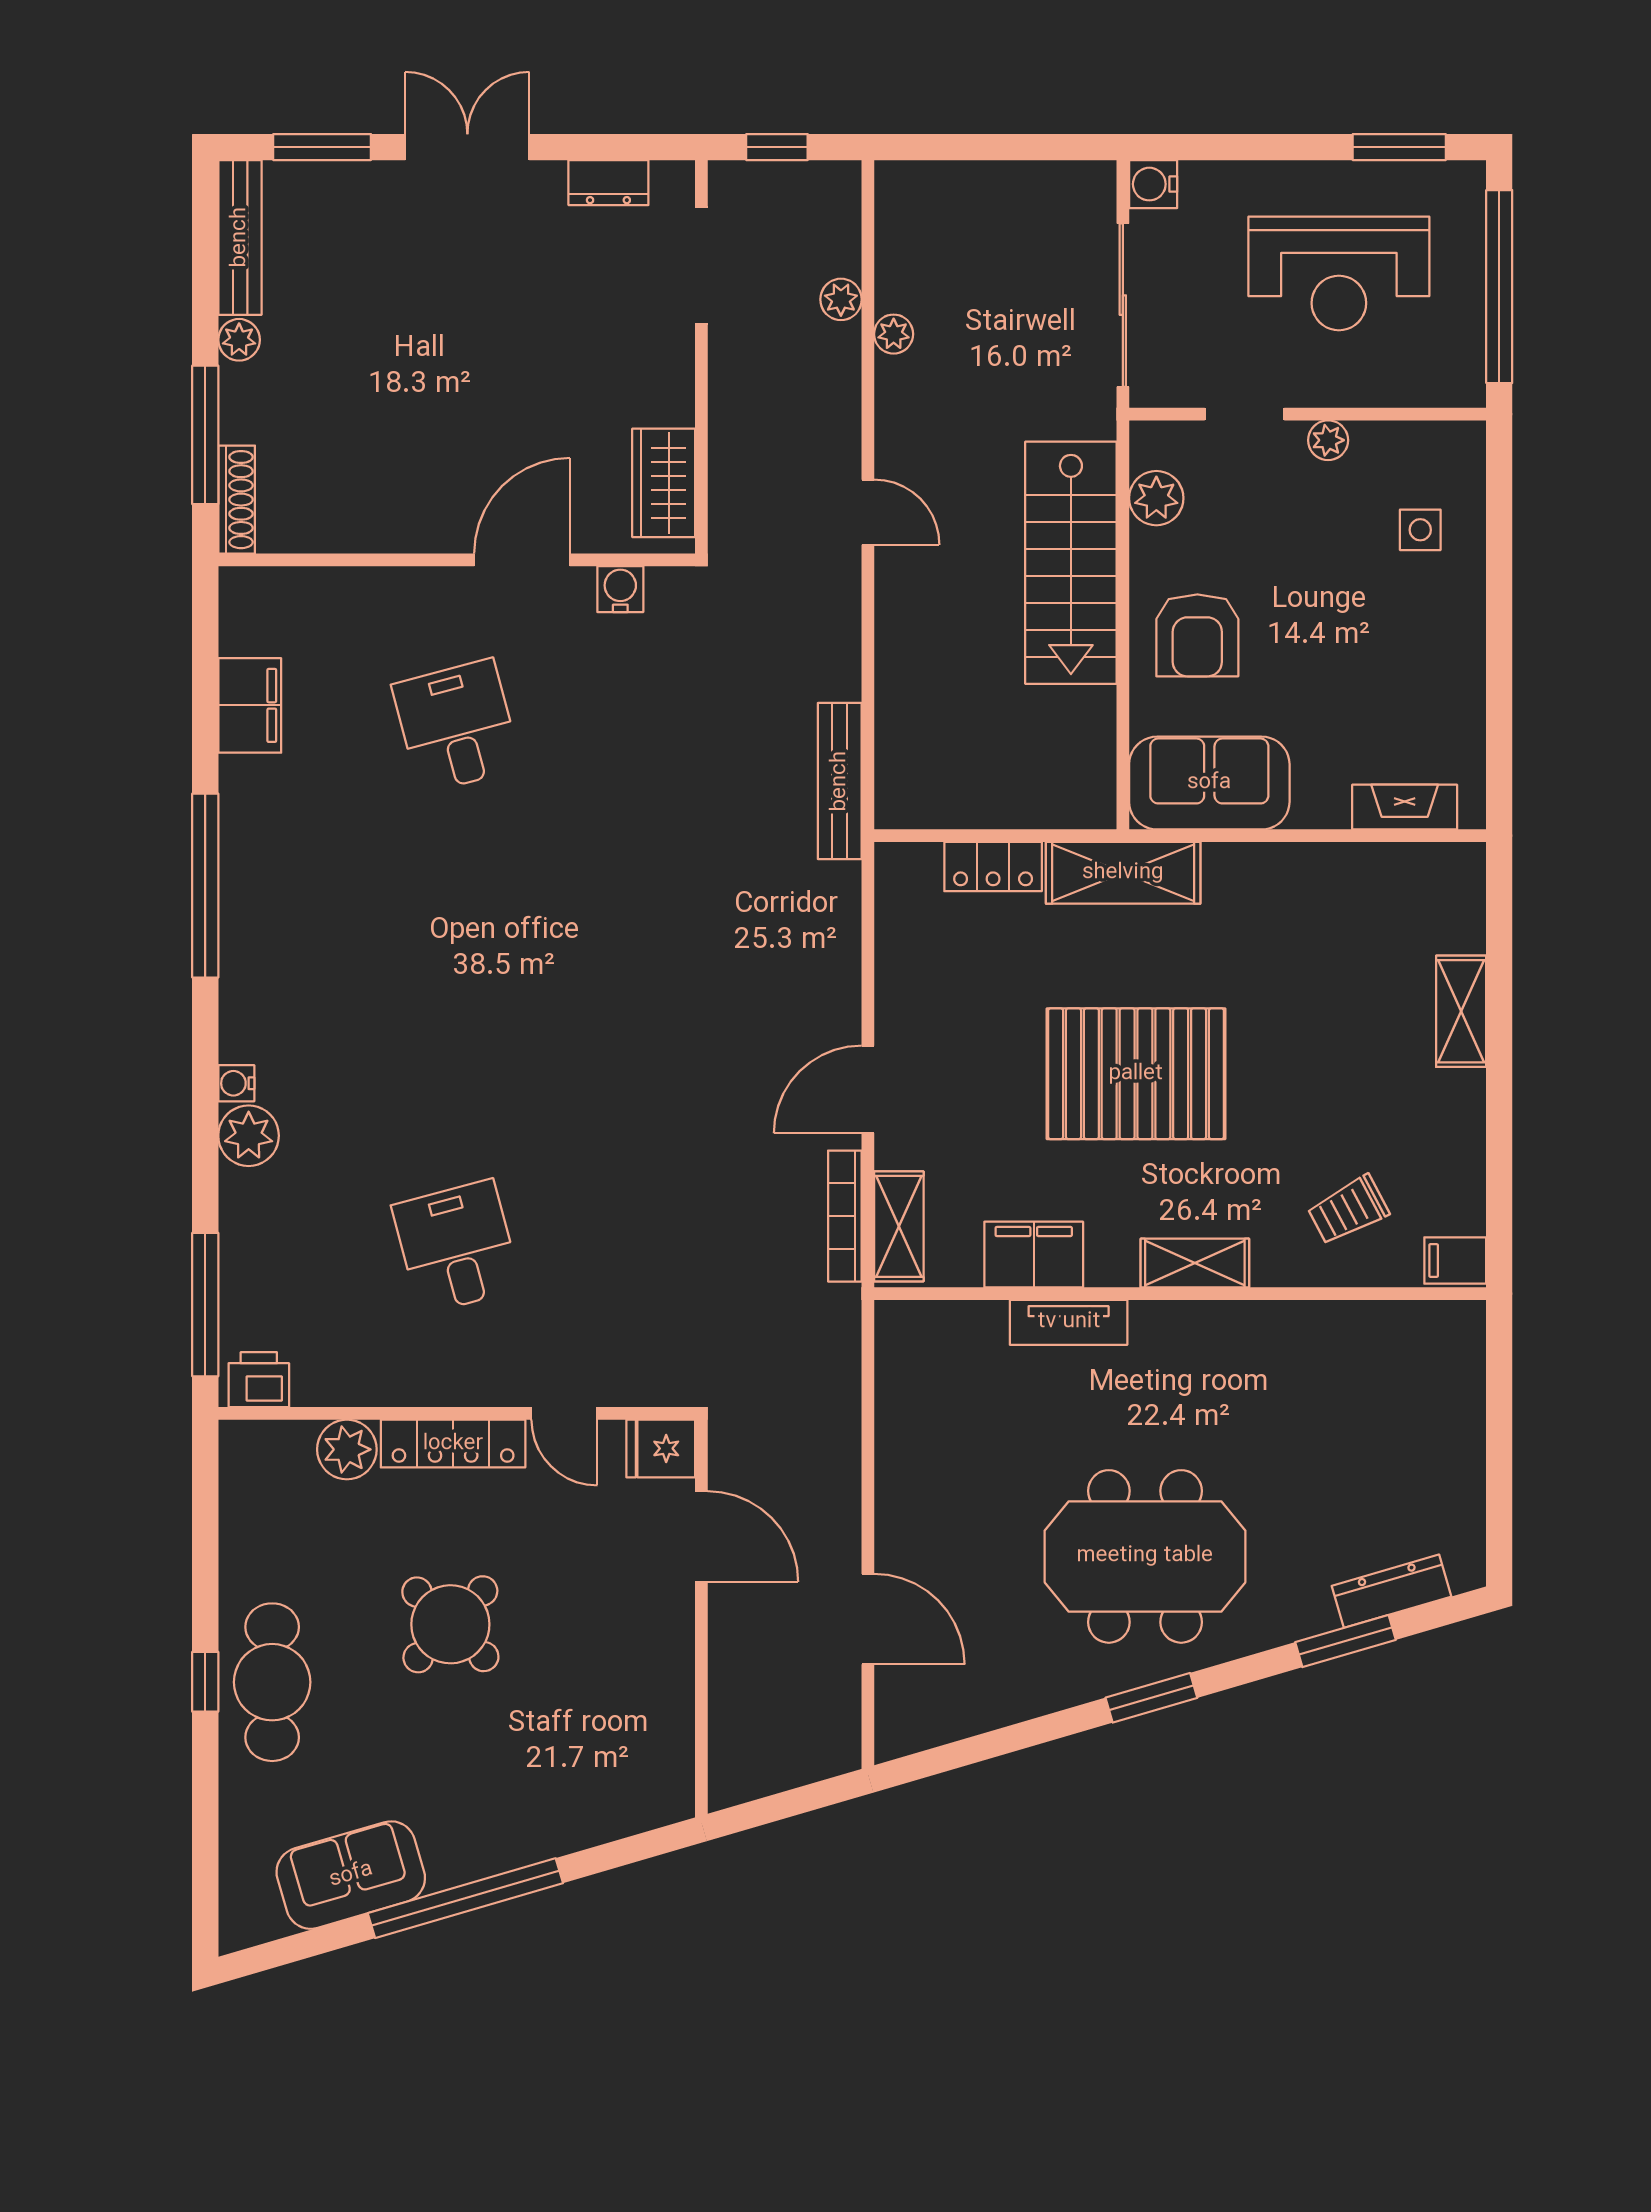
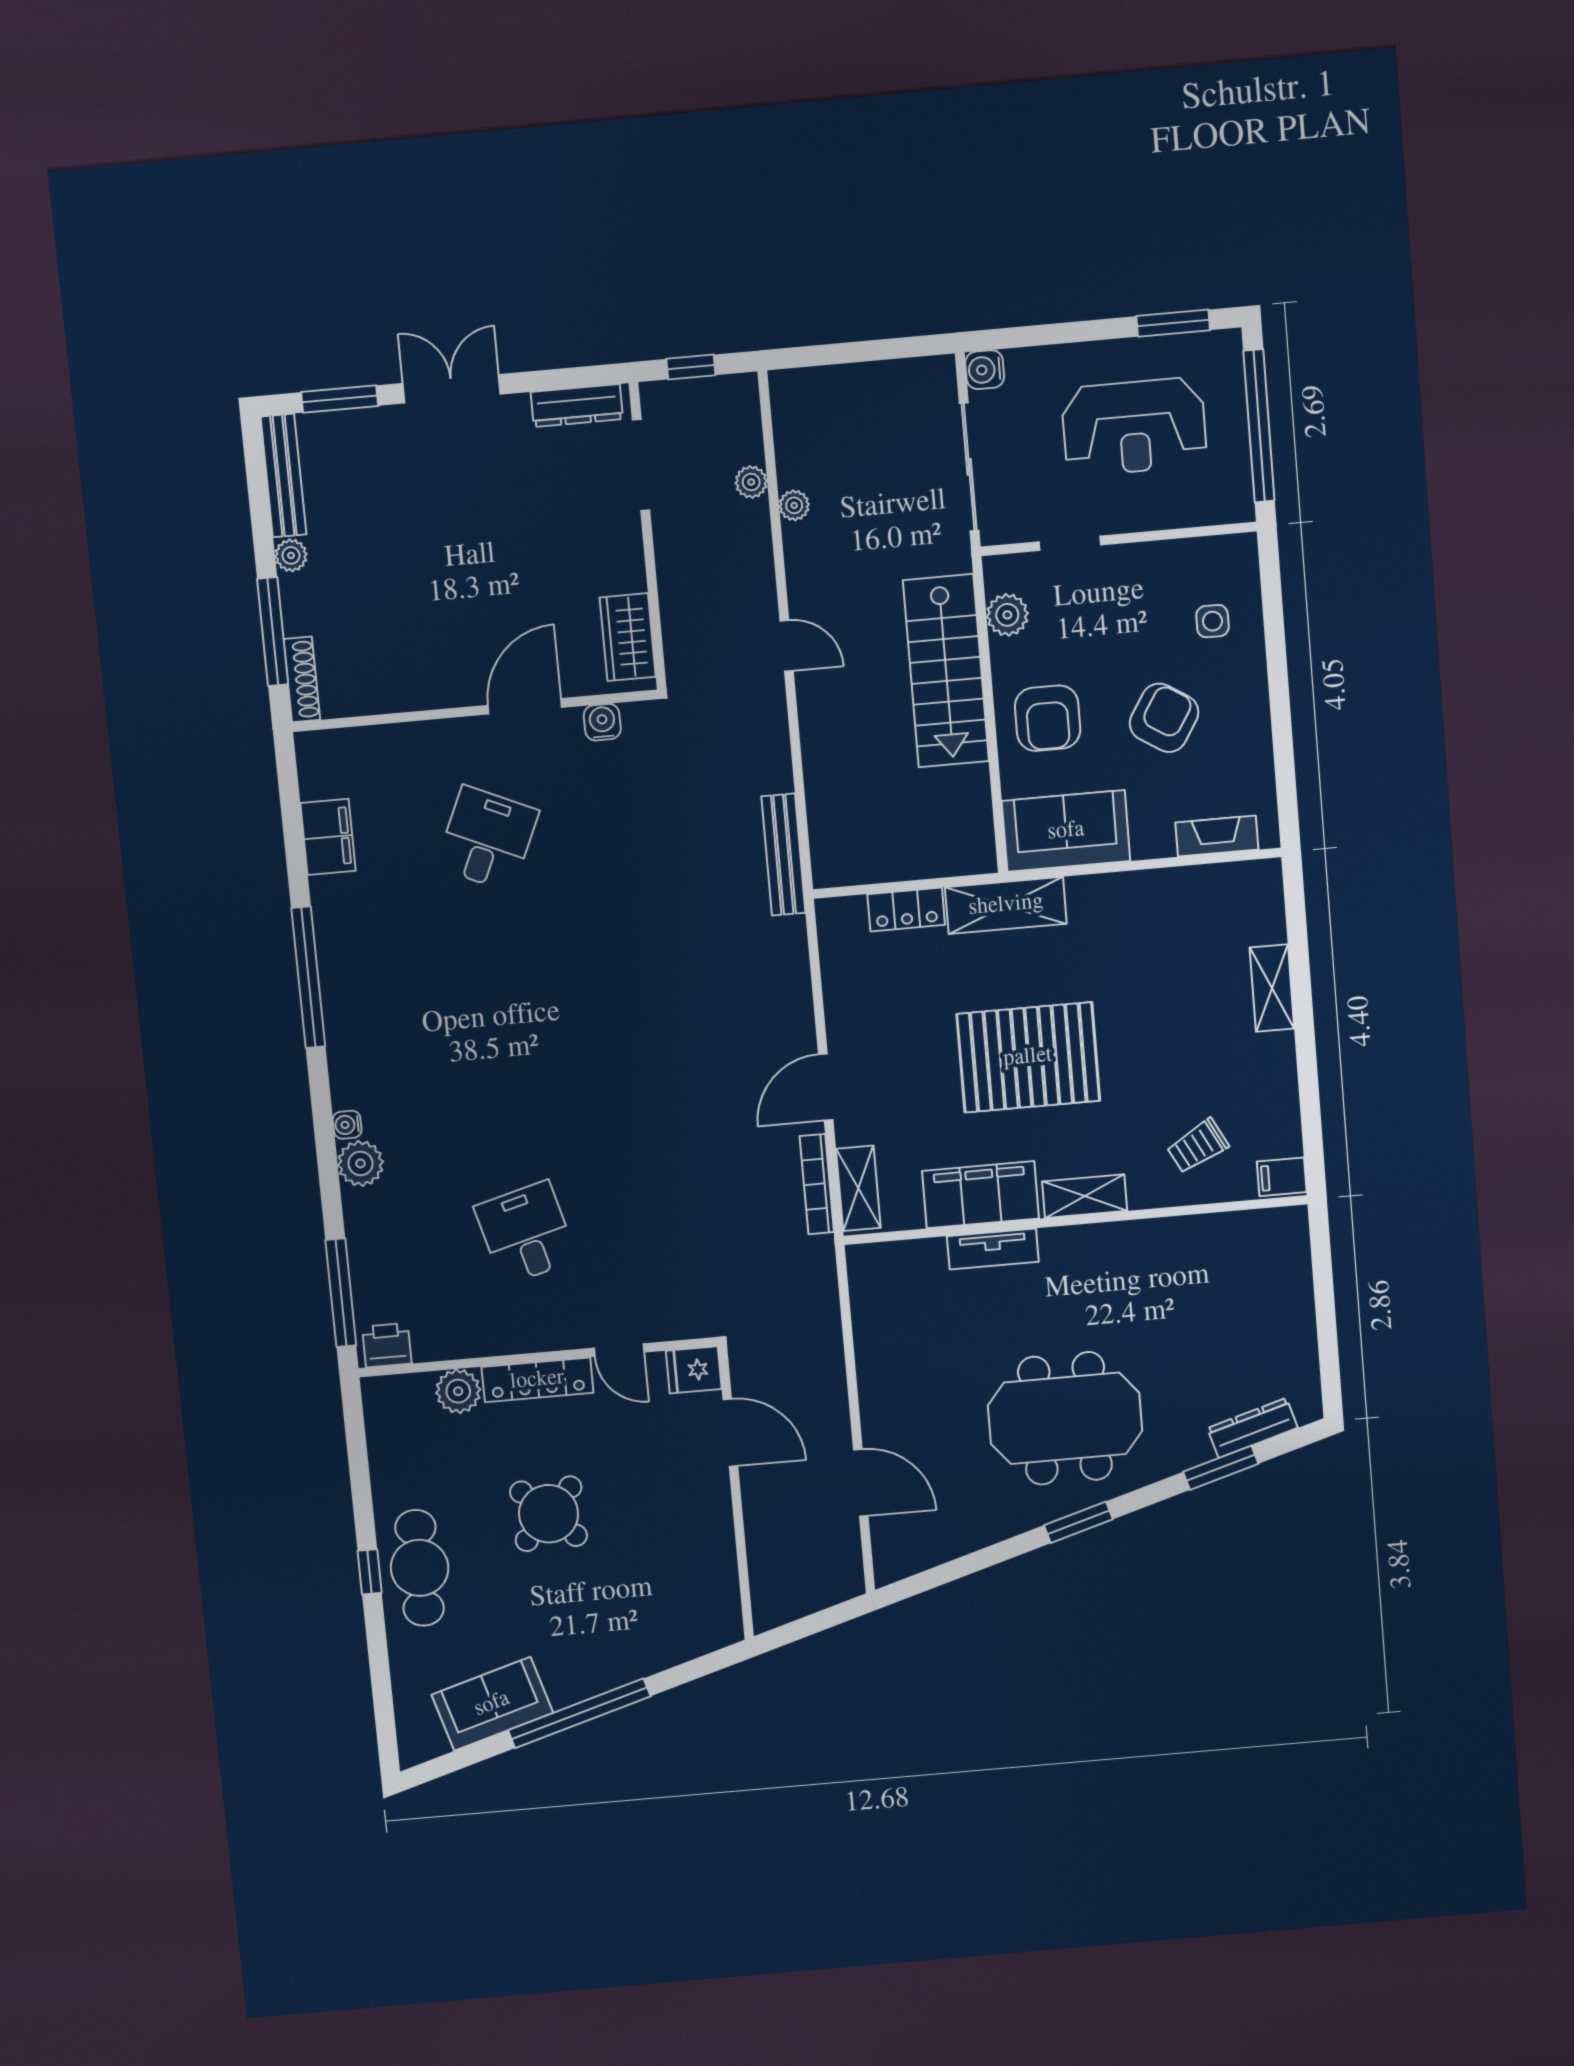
dresser: (608, 183) -> (577, 406), width x1.44
plant: (1328, 440) -> (1136, 558), removed
armchair: (1348, 648) -> (1164, 718), added
desk: (457, 726) -> (487, 839), turned 39
filing cabinet: (1034, 1255) -> (980, 1195), width x1.50, depth x1.17

